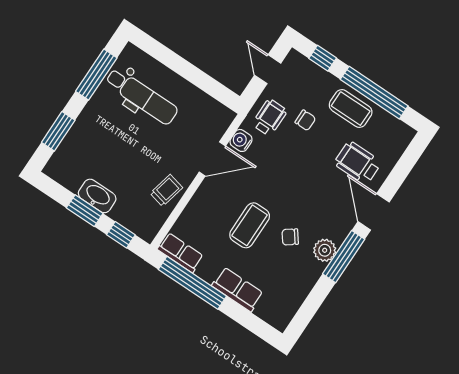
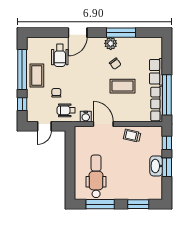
row of seats: (180, 253) -> (157, 104), width x1.48
window: (344, 257) -> (121, 33), moved

